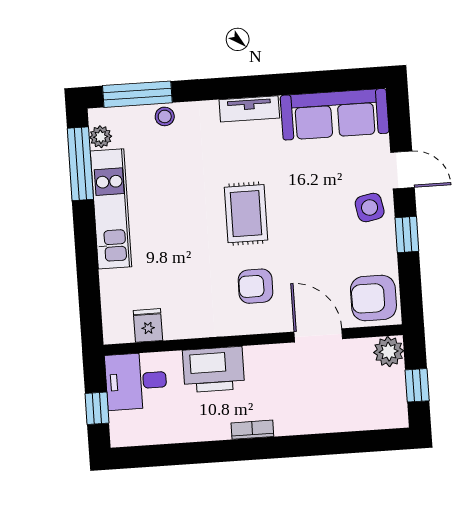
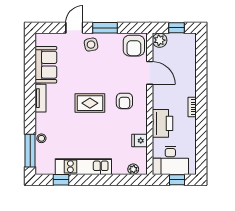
sofa: (335, 114) -> (46, 65), width x0.73
plant: (101, 137) -> (133, 169), moved
window: (80, 164) -> (61, 180), width x0.46
window: (407, 235) -> (105, 28), width x1.50
fridge: (148, 325) -> (140, 141), moved
door: (318, 335) -> (150, 73), swing flipped
desk: (136, 381) -> (170, 160), width x1.37

